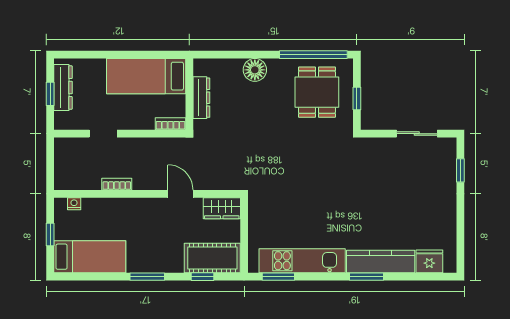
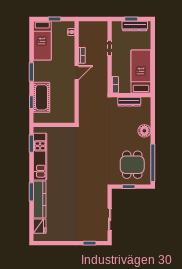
dining table: (317, 92) -> (132, 165), turned 90
door: (180, 194) -> (77, 73), moved
wardrobe: (222, 208) -> (69, 113), removed
cot: (212, 258) -> (42, 97), moved

